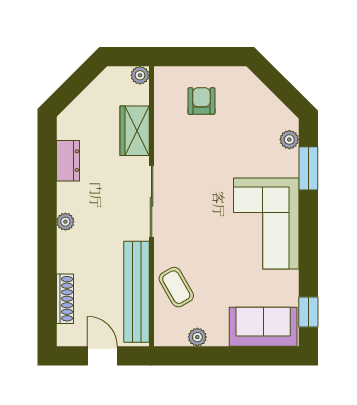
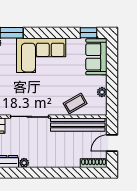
plant: (65, 222) -> (24, 163), moved
shoe rack: (65, 299) -> (94, 163), moved

